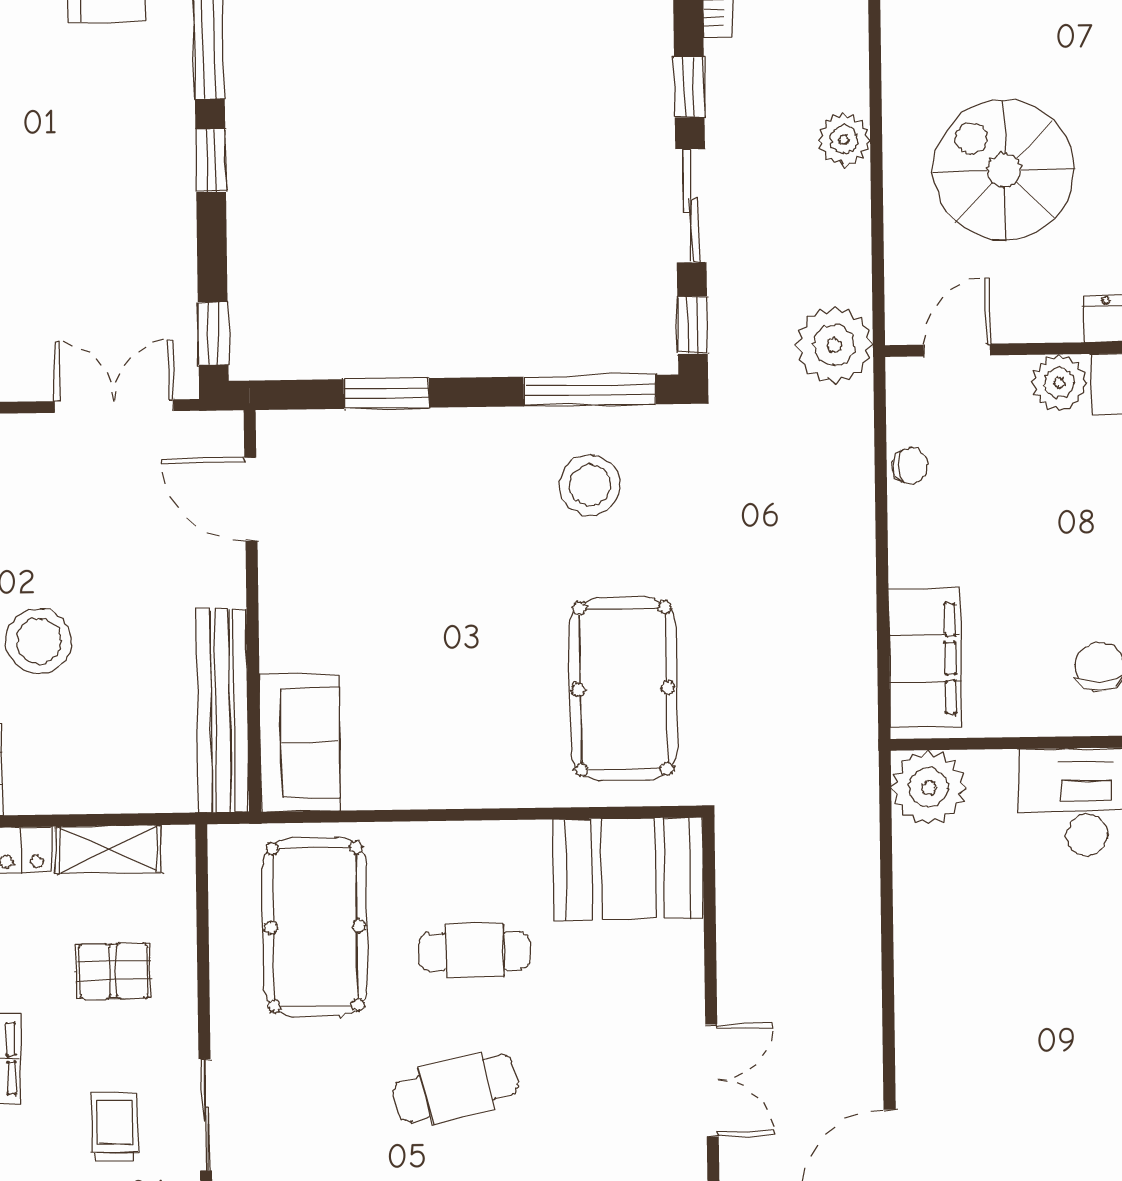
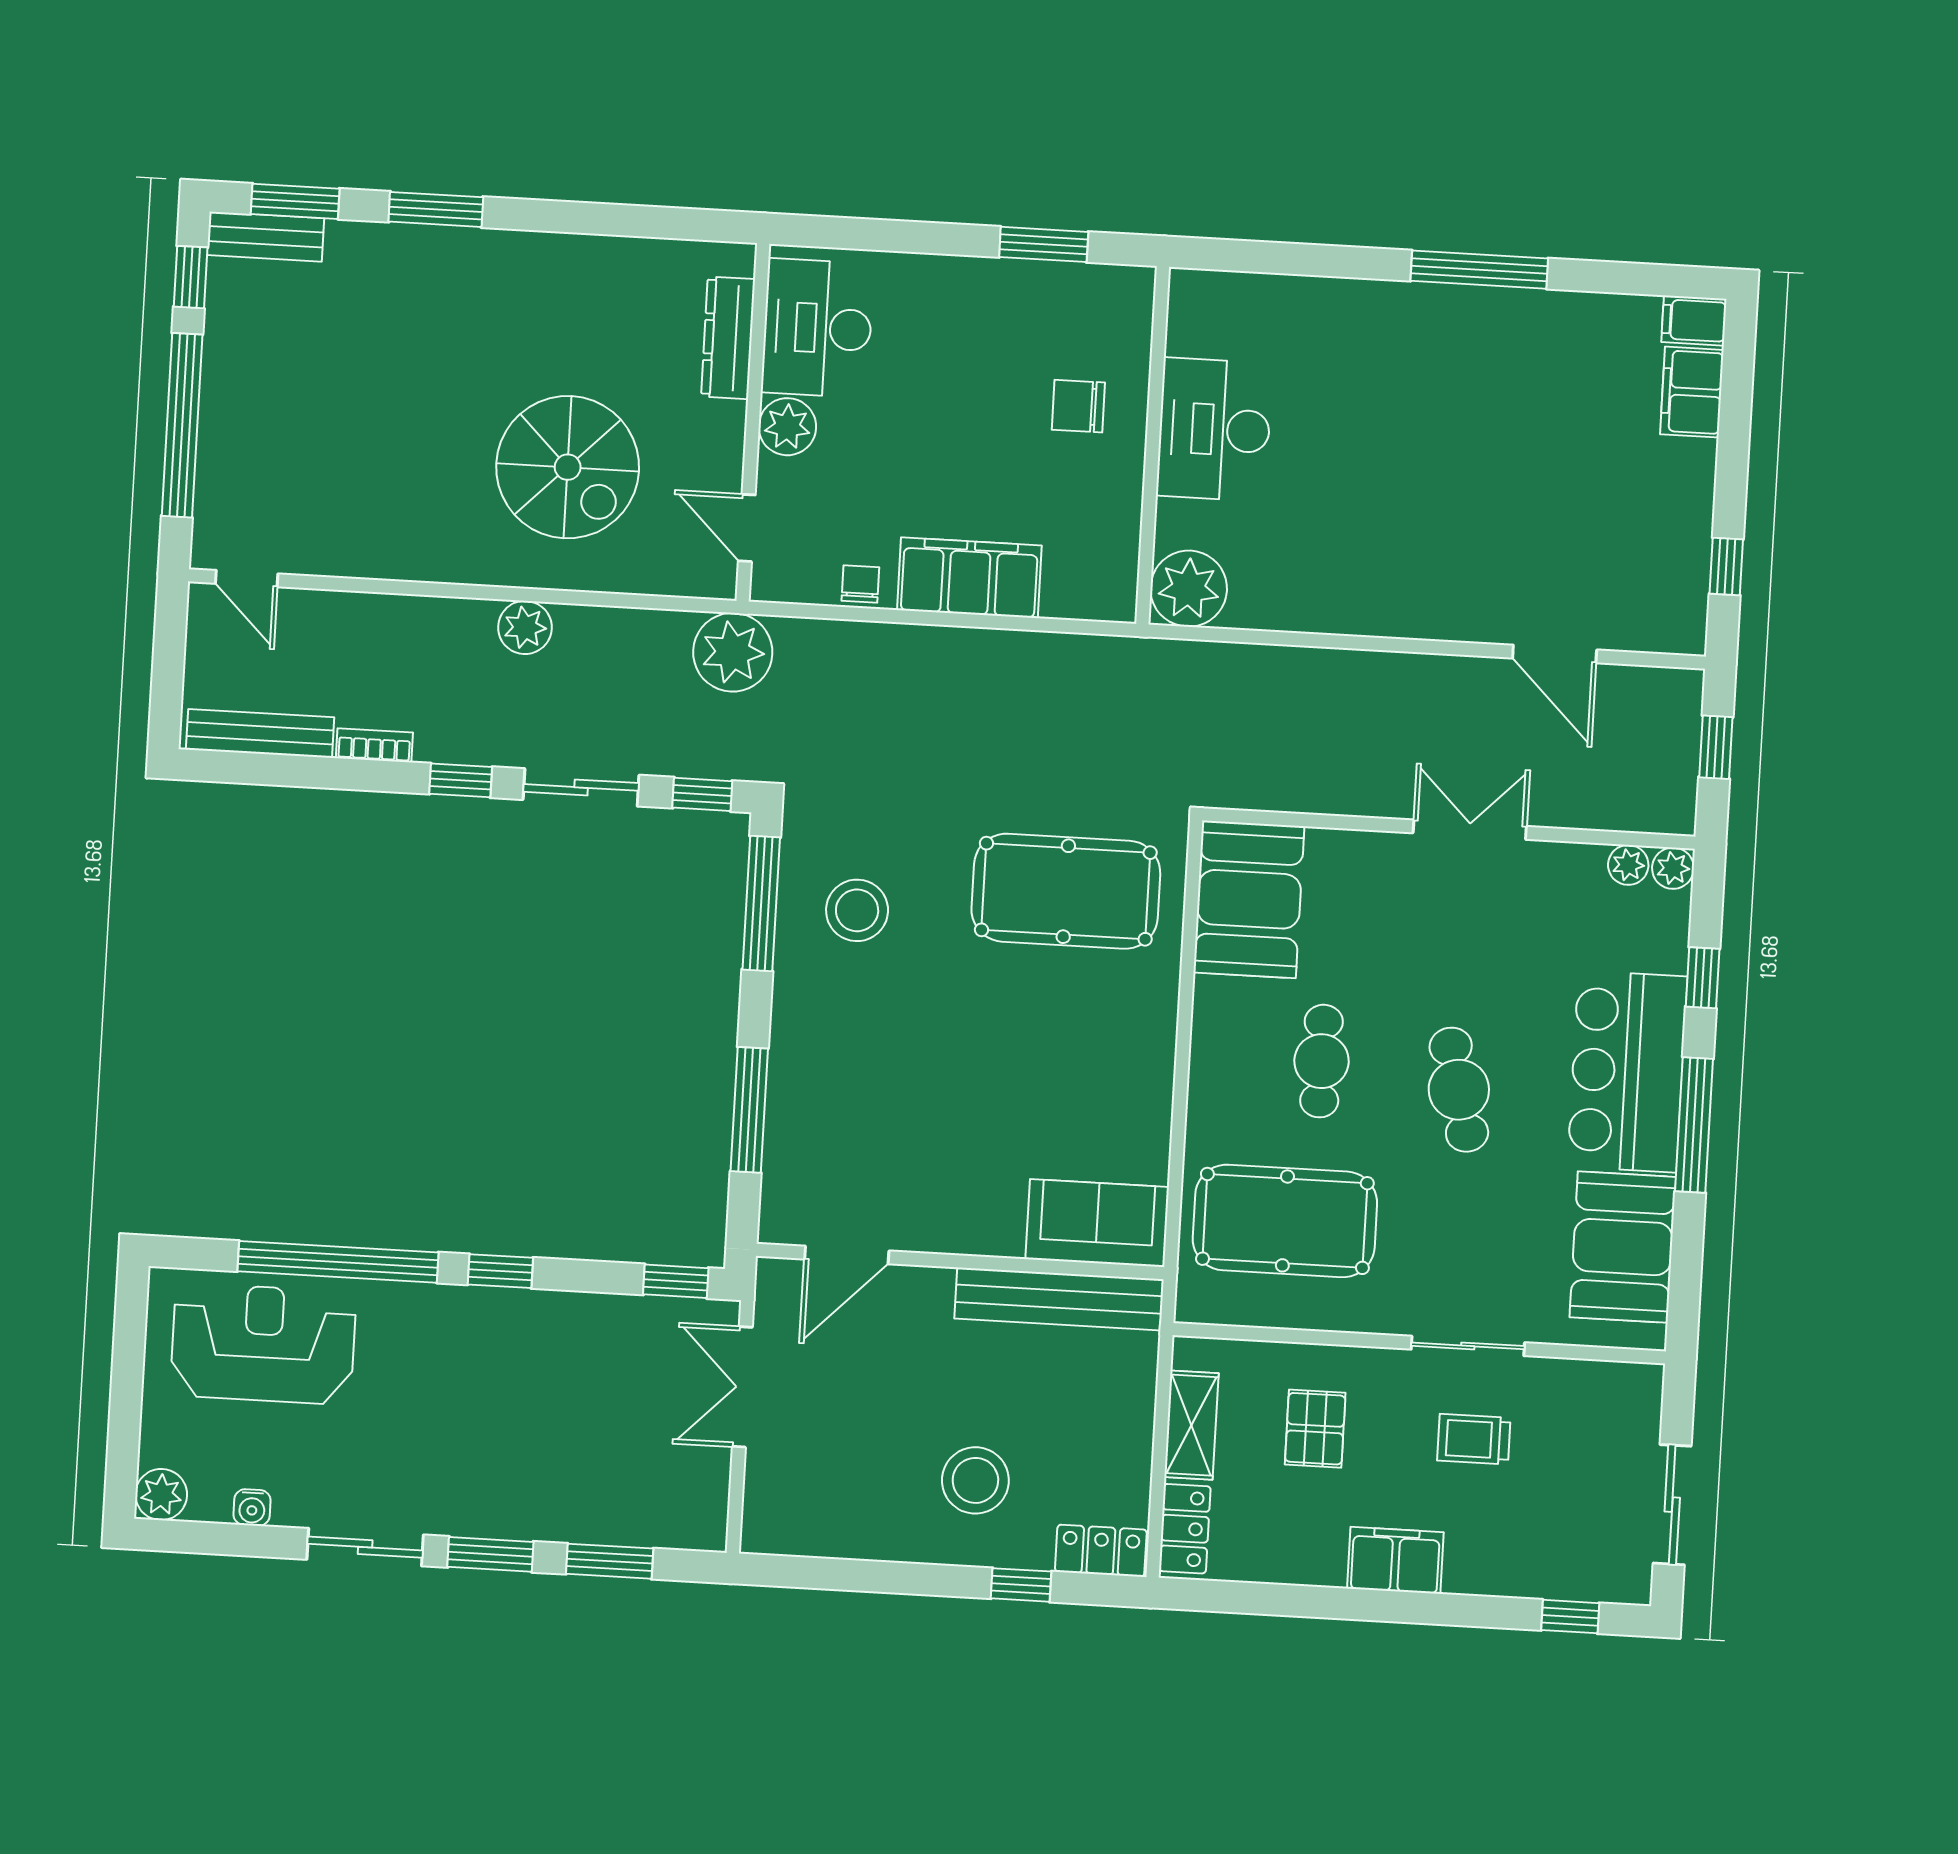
spiral stairs: (1004, 170) -> (568, 467), turned -90
window: (386, 393) -> (749, 1110), width x1.44
filing cabinet: (925, 659) -> (969, 578), moved

